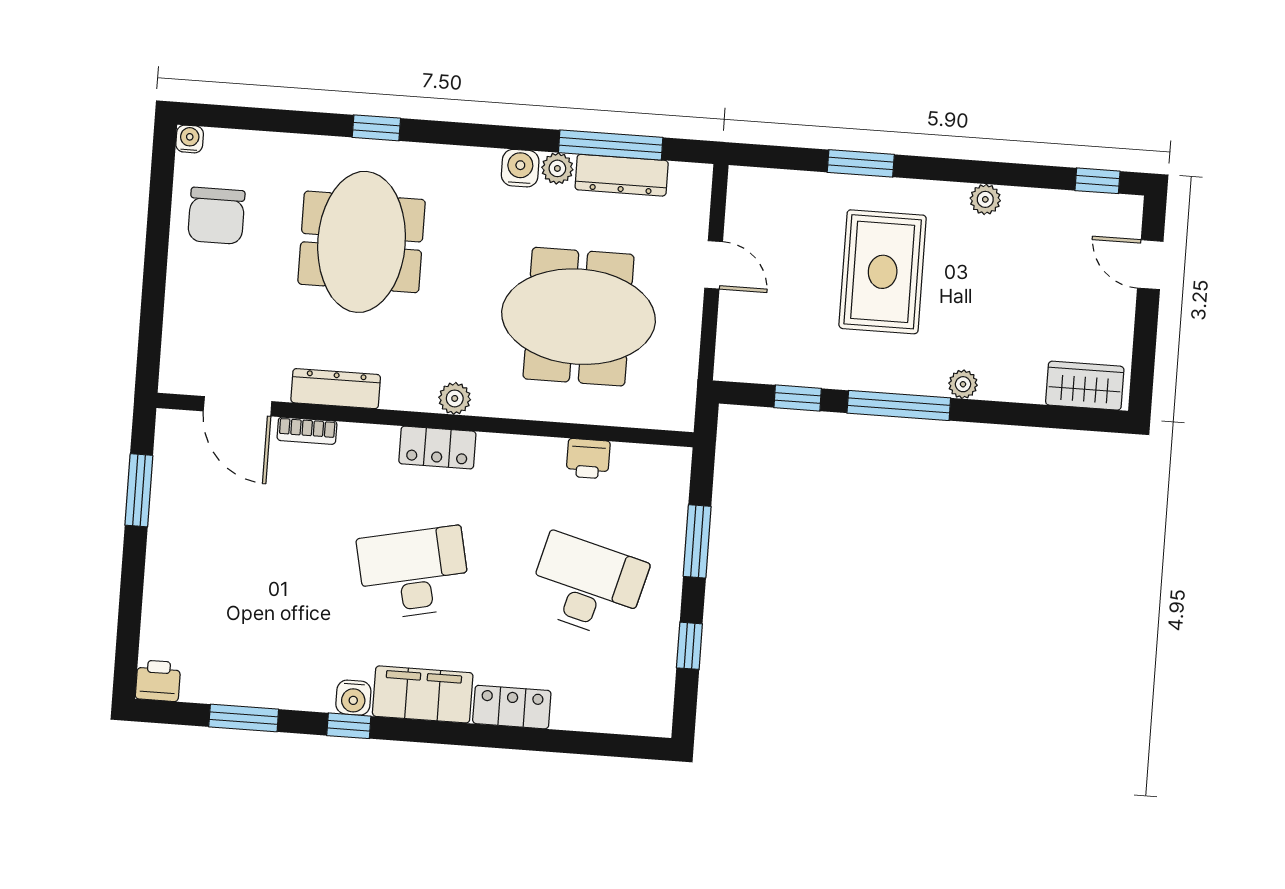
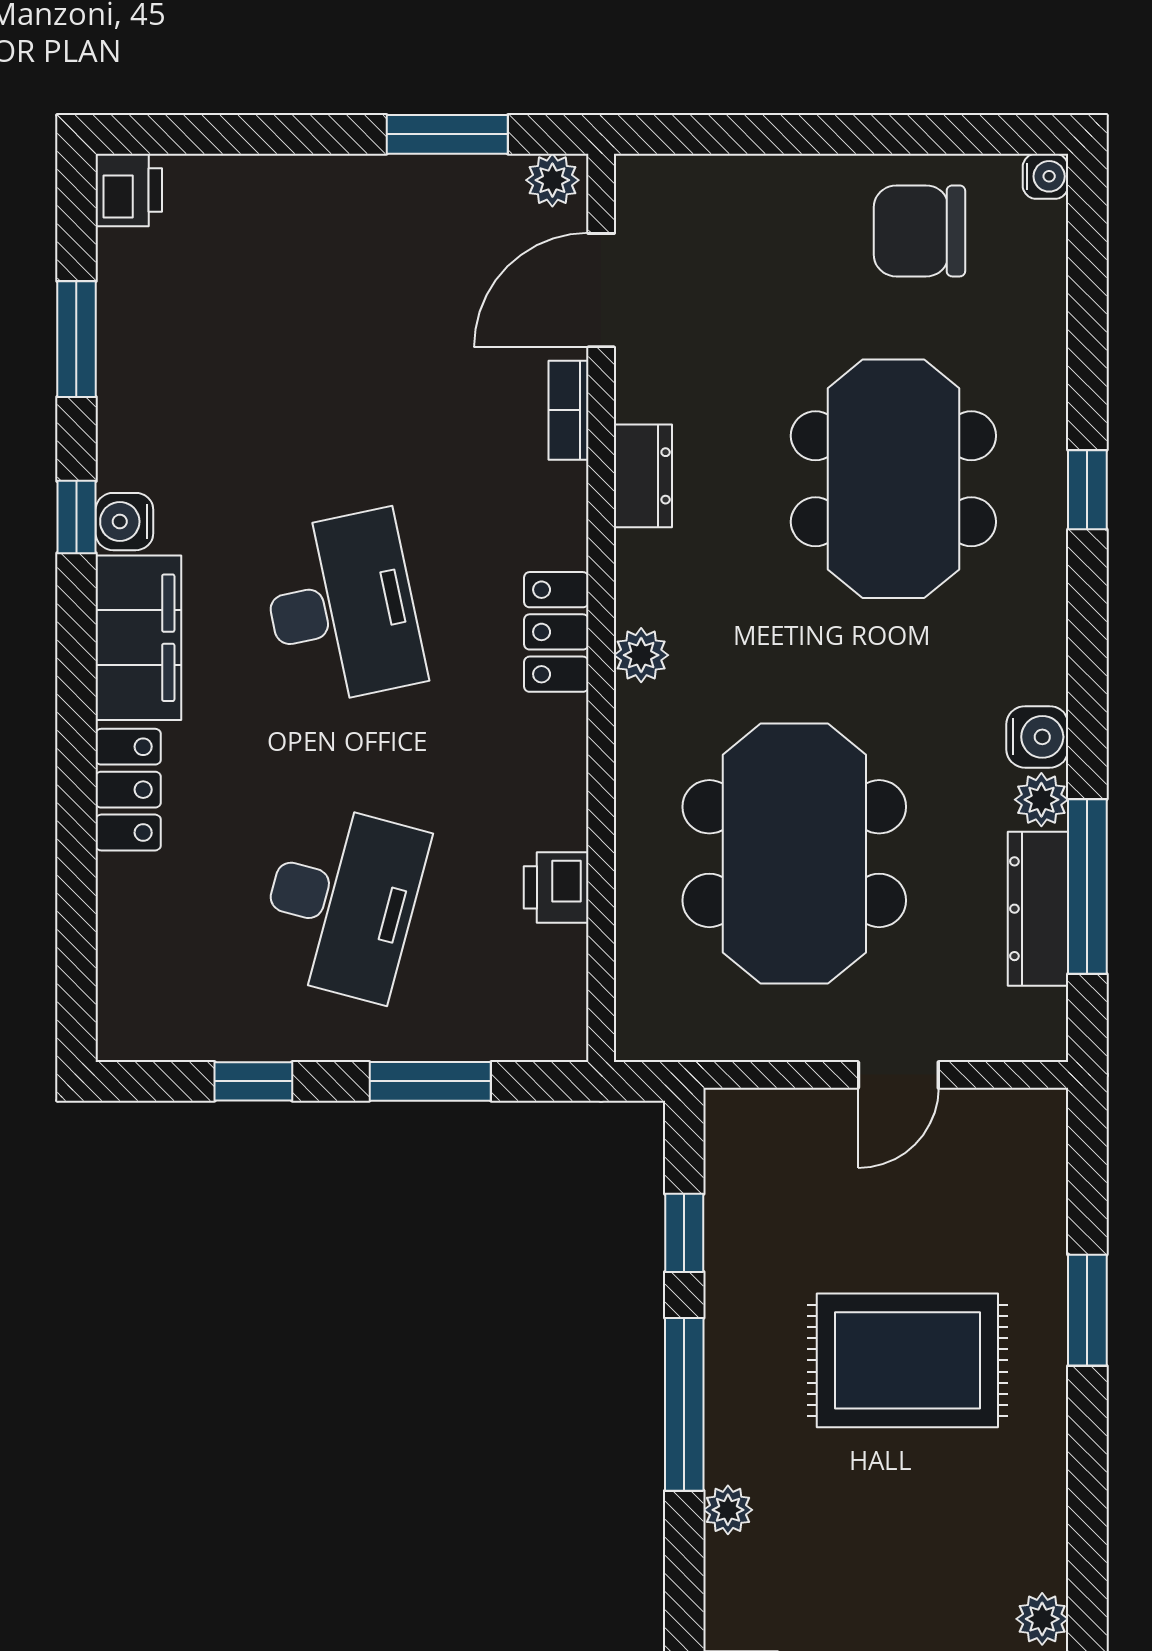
plant: (985, 199) -> (1042, 1619), moved
meeting table: (362, 242) -> (893, 479), turned 90
dresser: (336, 389) -> (643, 476), width x0.70
plant: (170, 430) -> (552, 180), added

